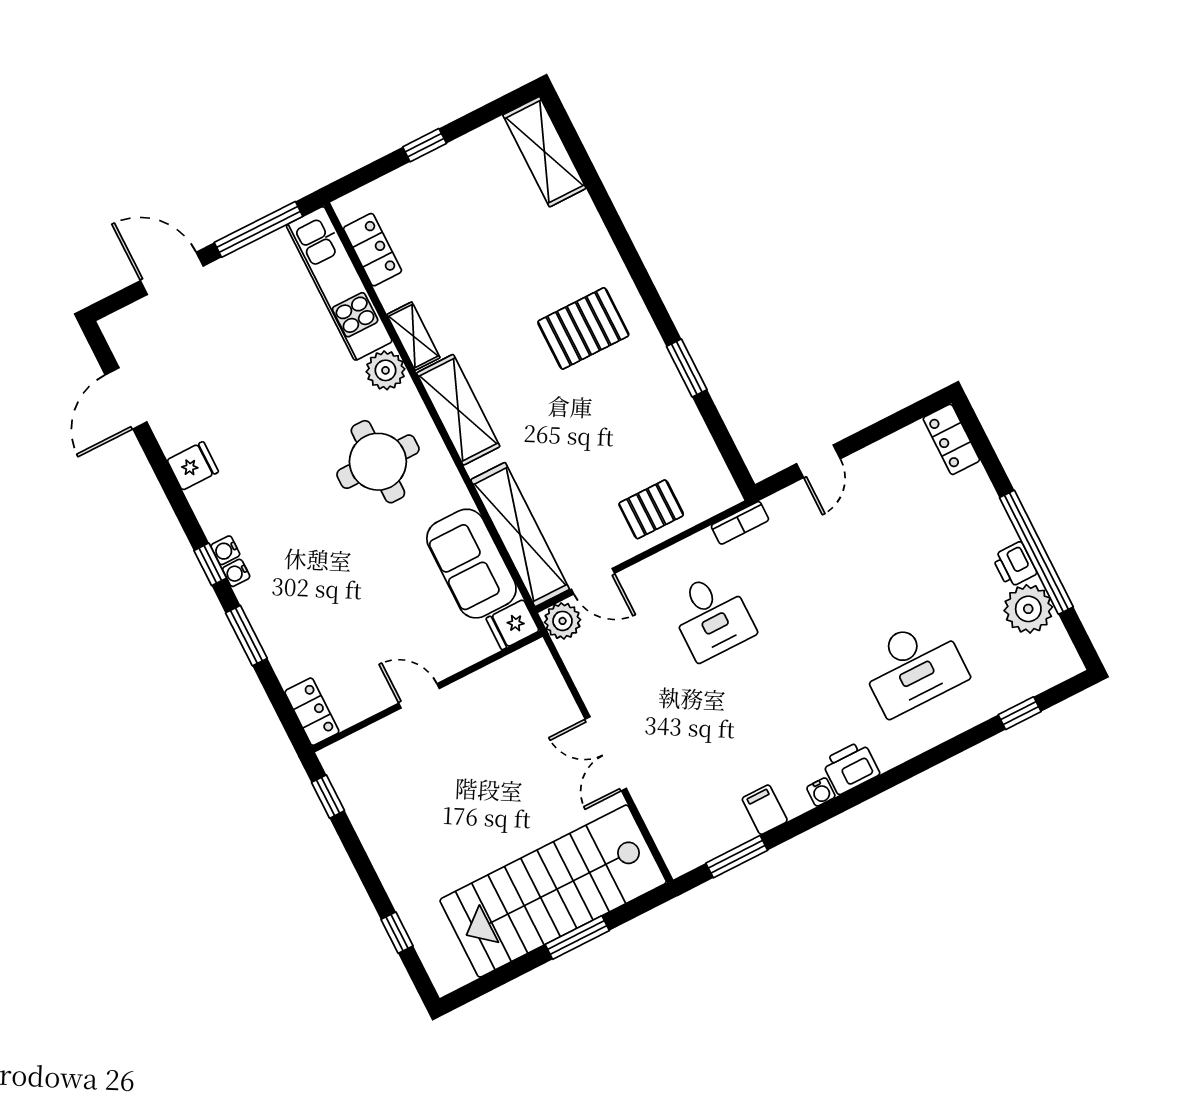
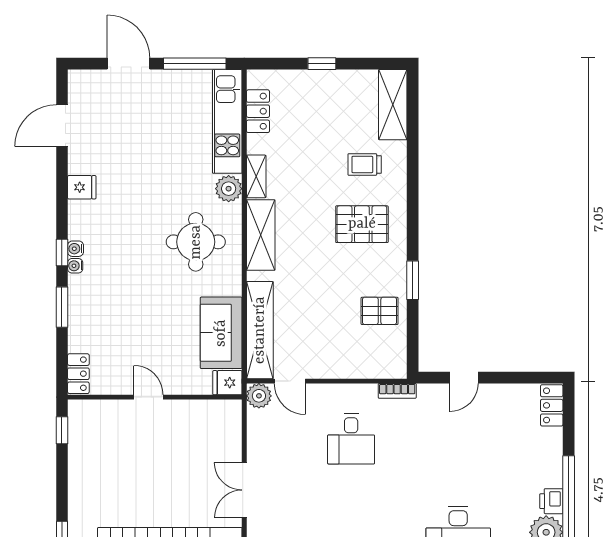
trolley: (547, 249) -> (365, 164), added
pallet: (651, 509) -> (380, 311), moved

